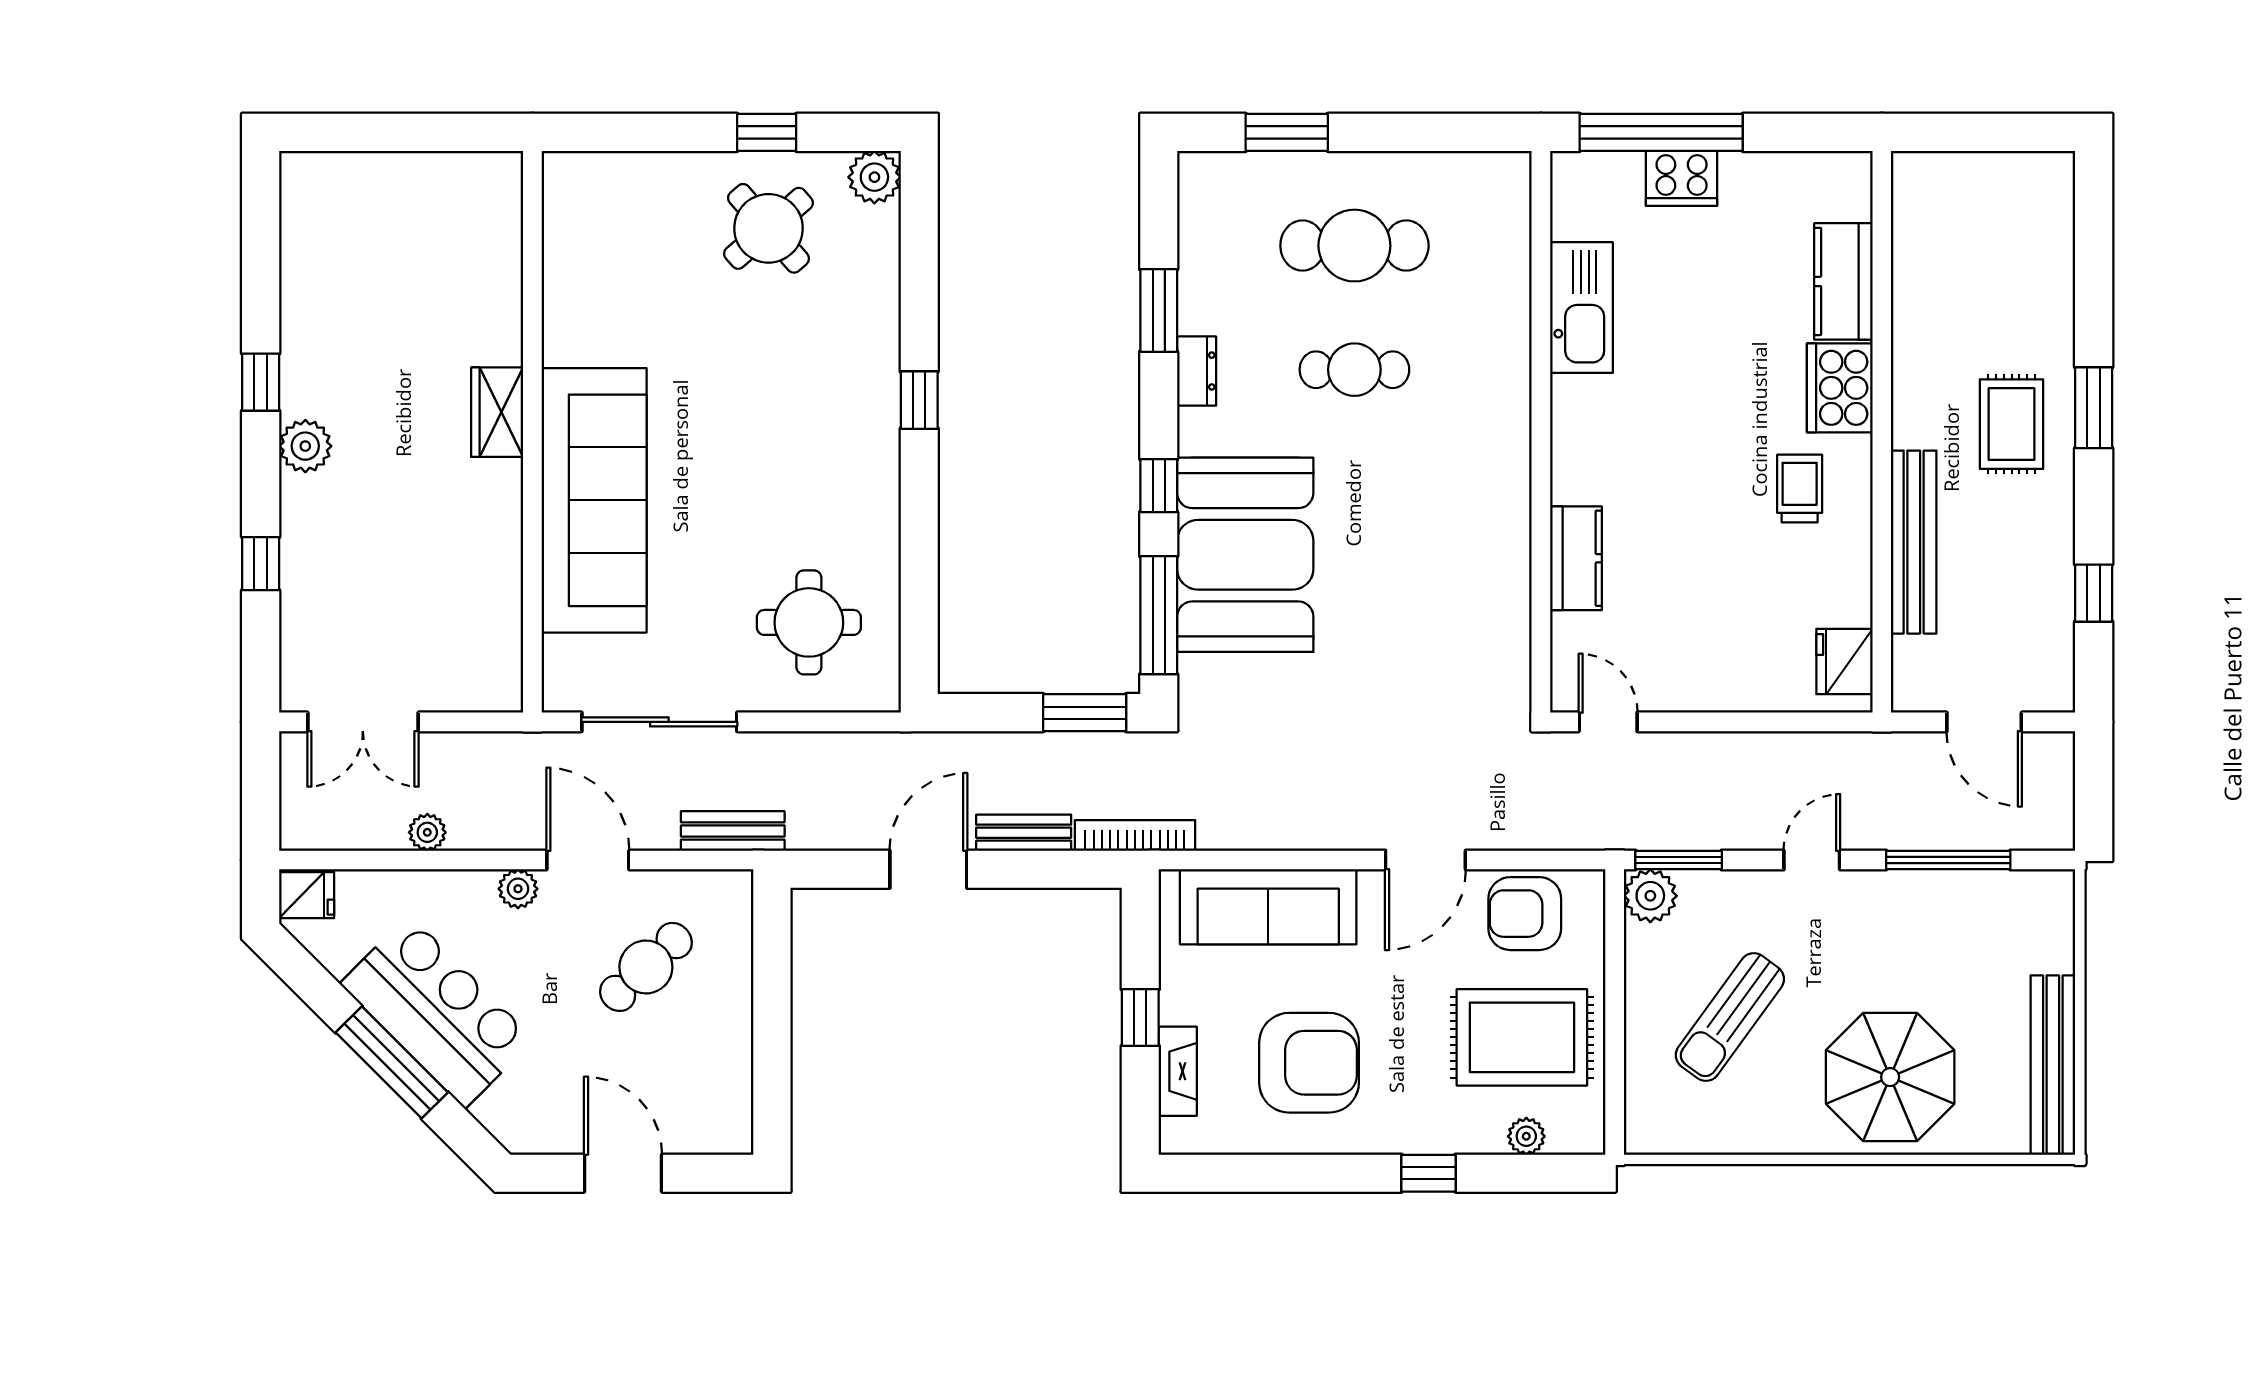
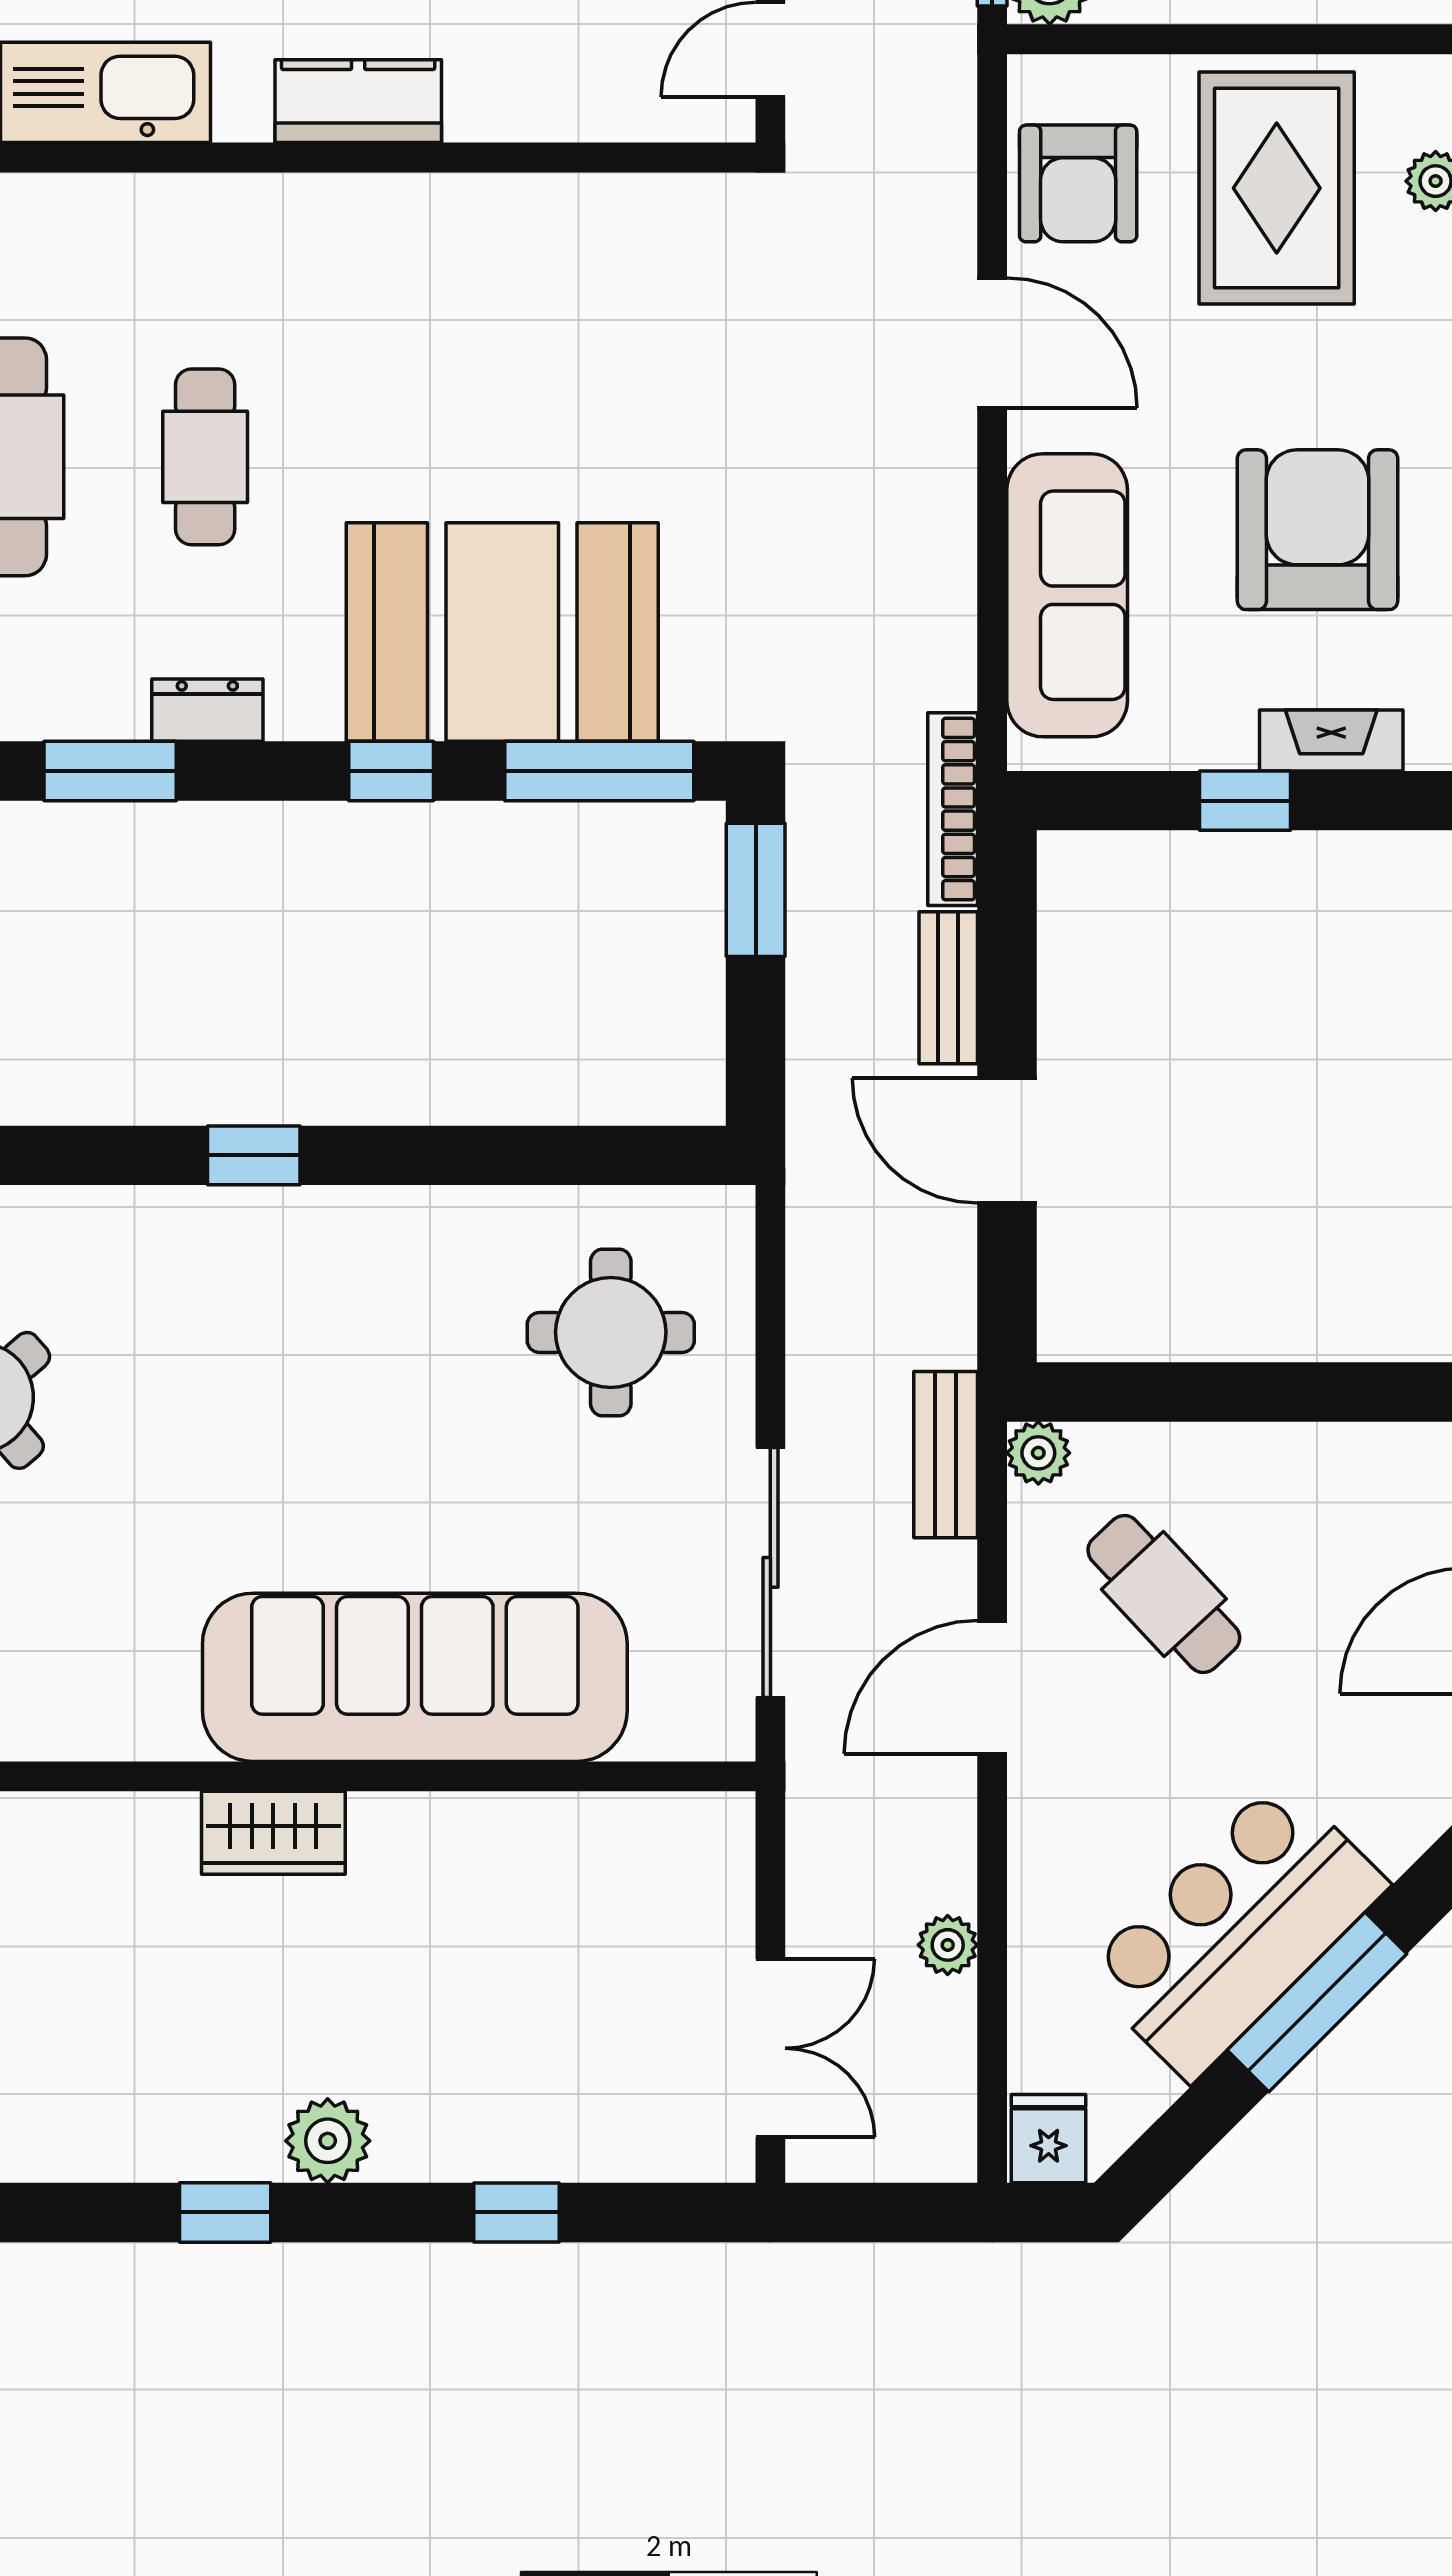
kitchen counter: (1576, 558) -> (358, 101), moved
plant: (518, 889) -> (1038, 1453), moved

